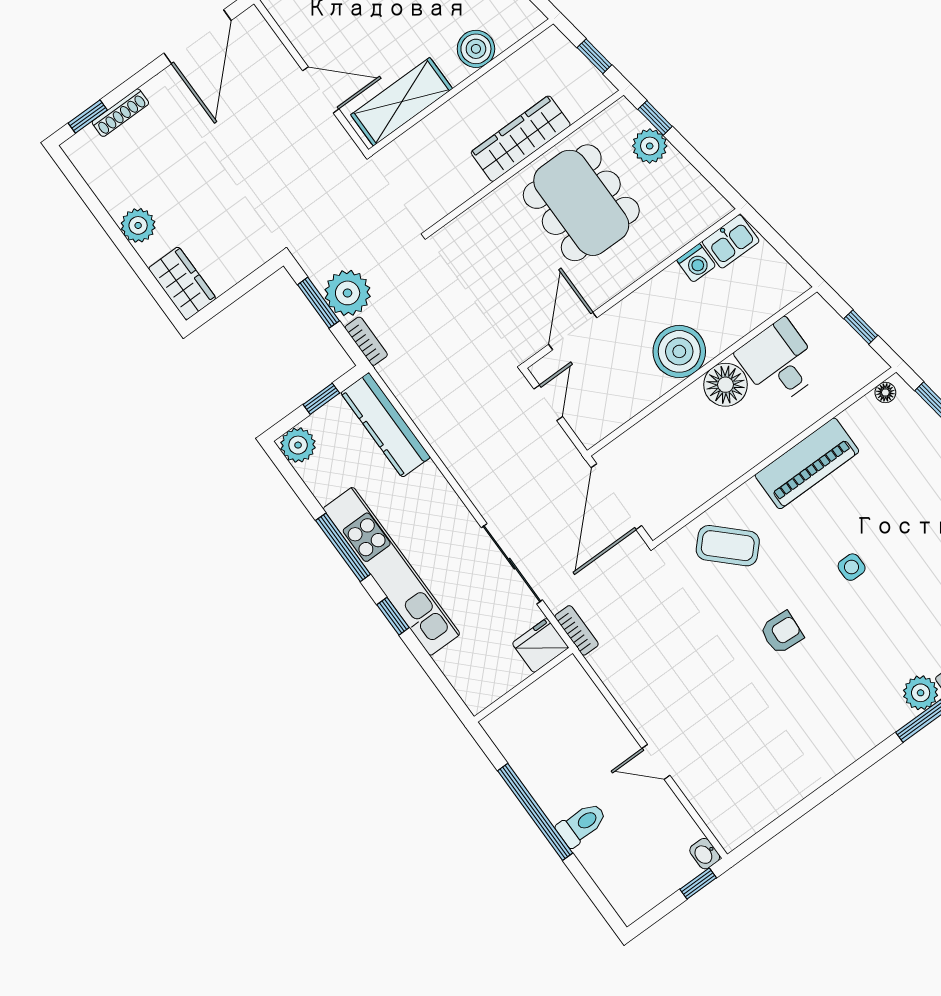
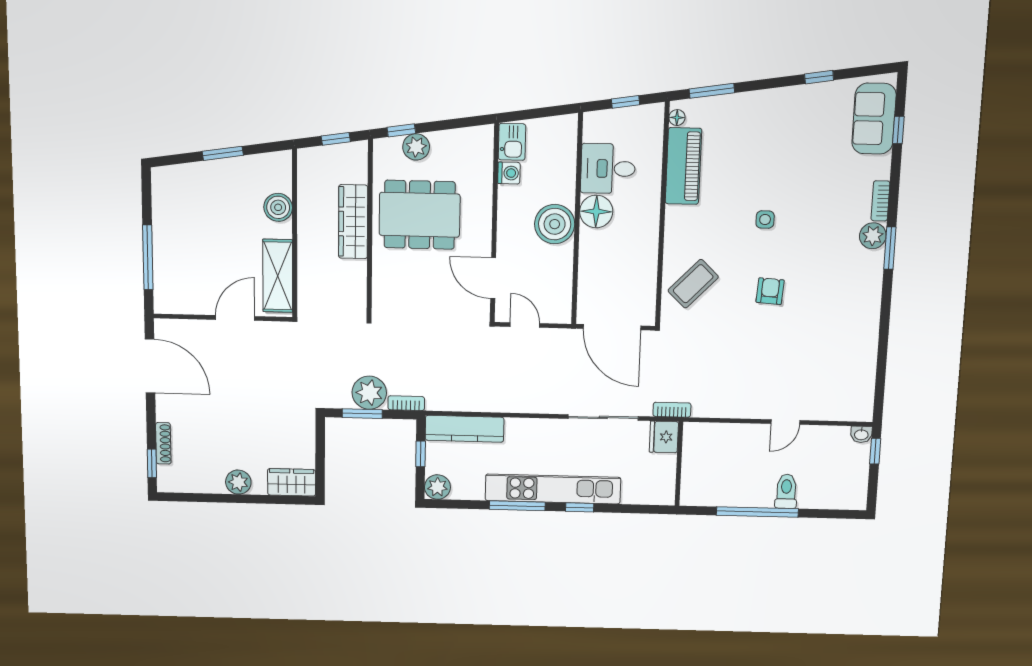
piano: (807, 463) -> (683, 166), moved

